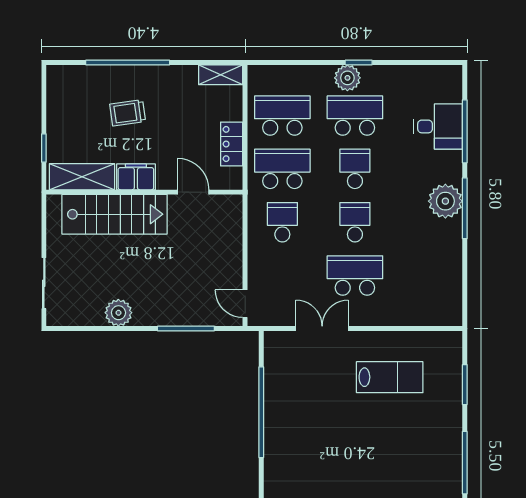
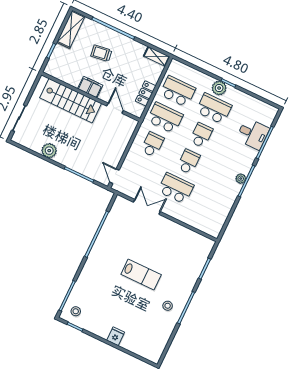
shelving: (82, 177) -> (71, 29), moved, turned 90
plant: (445, 201) -> (241, 179), width x0.53, depth x0.53
lab bench: (390, 377) -> (141, 275), moved
stool: (433, 474) -> (168, 306), added

